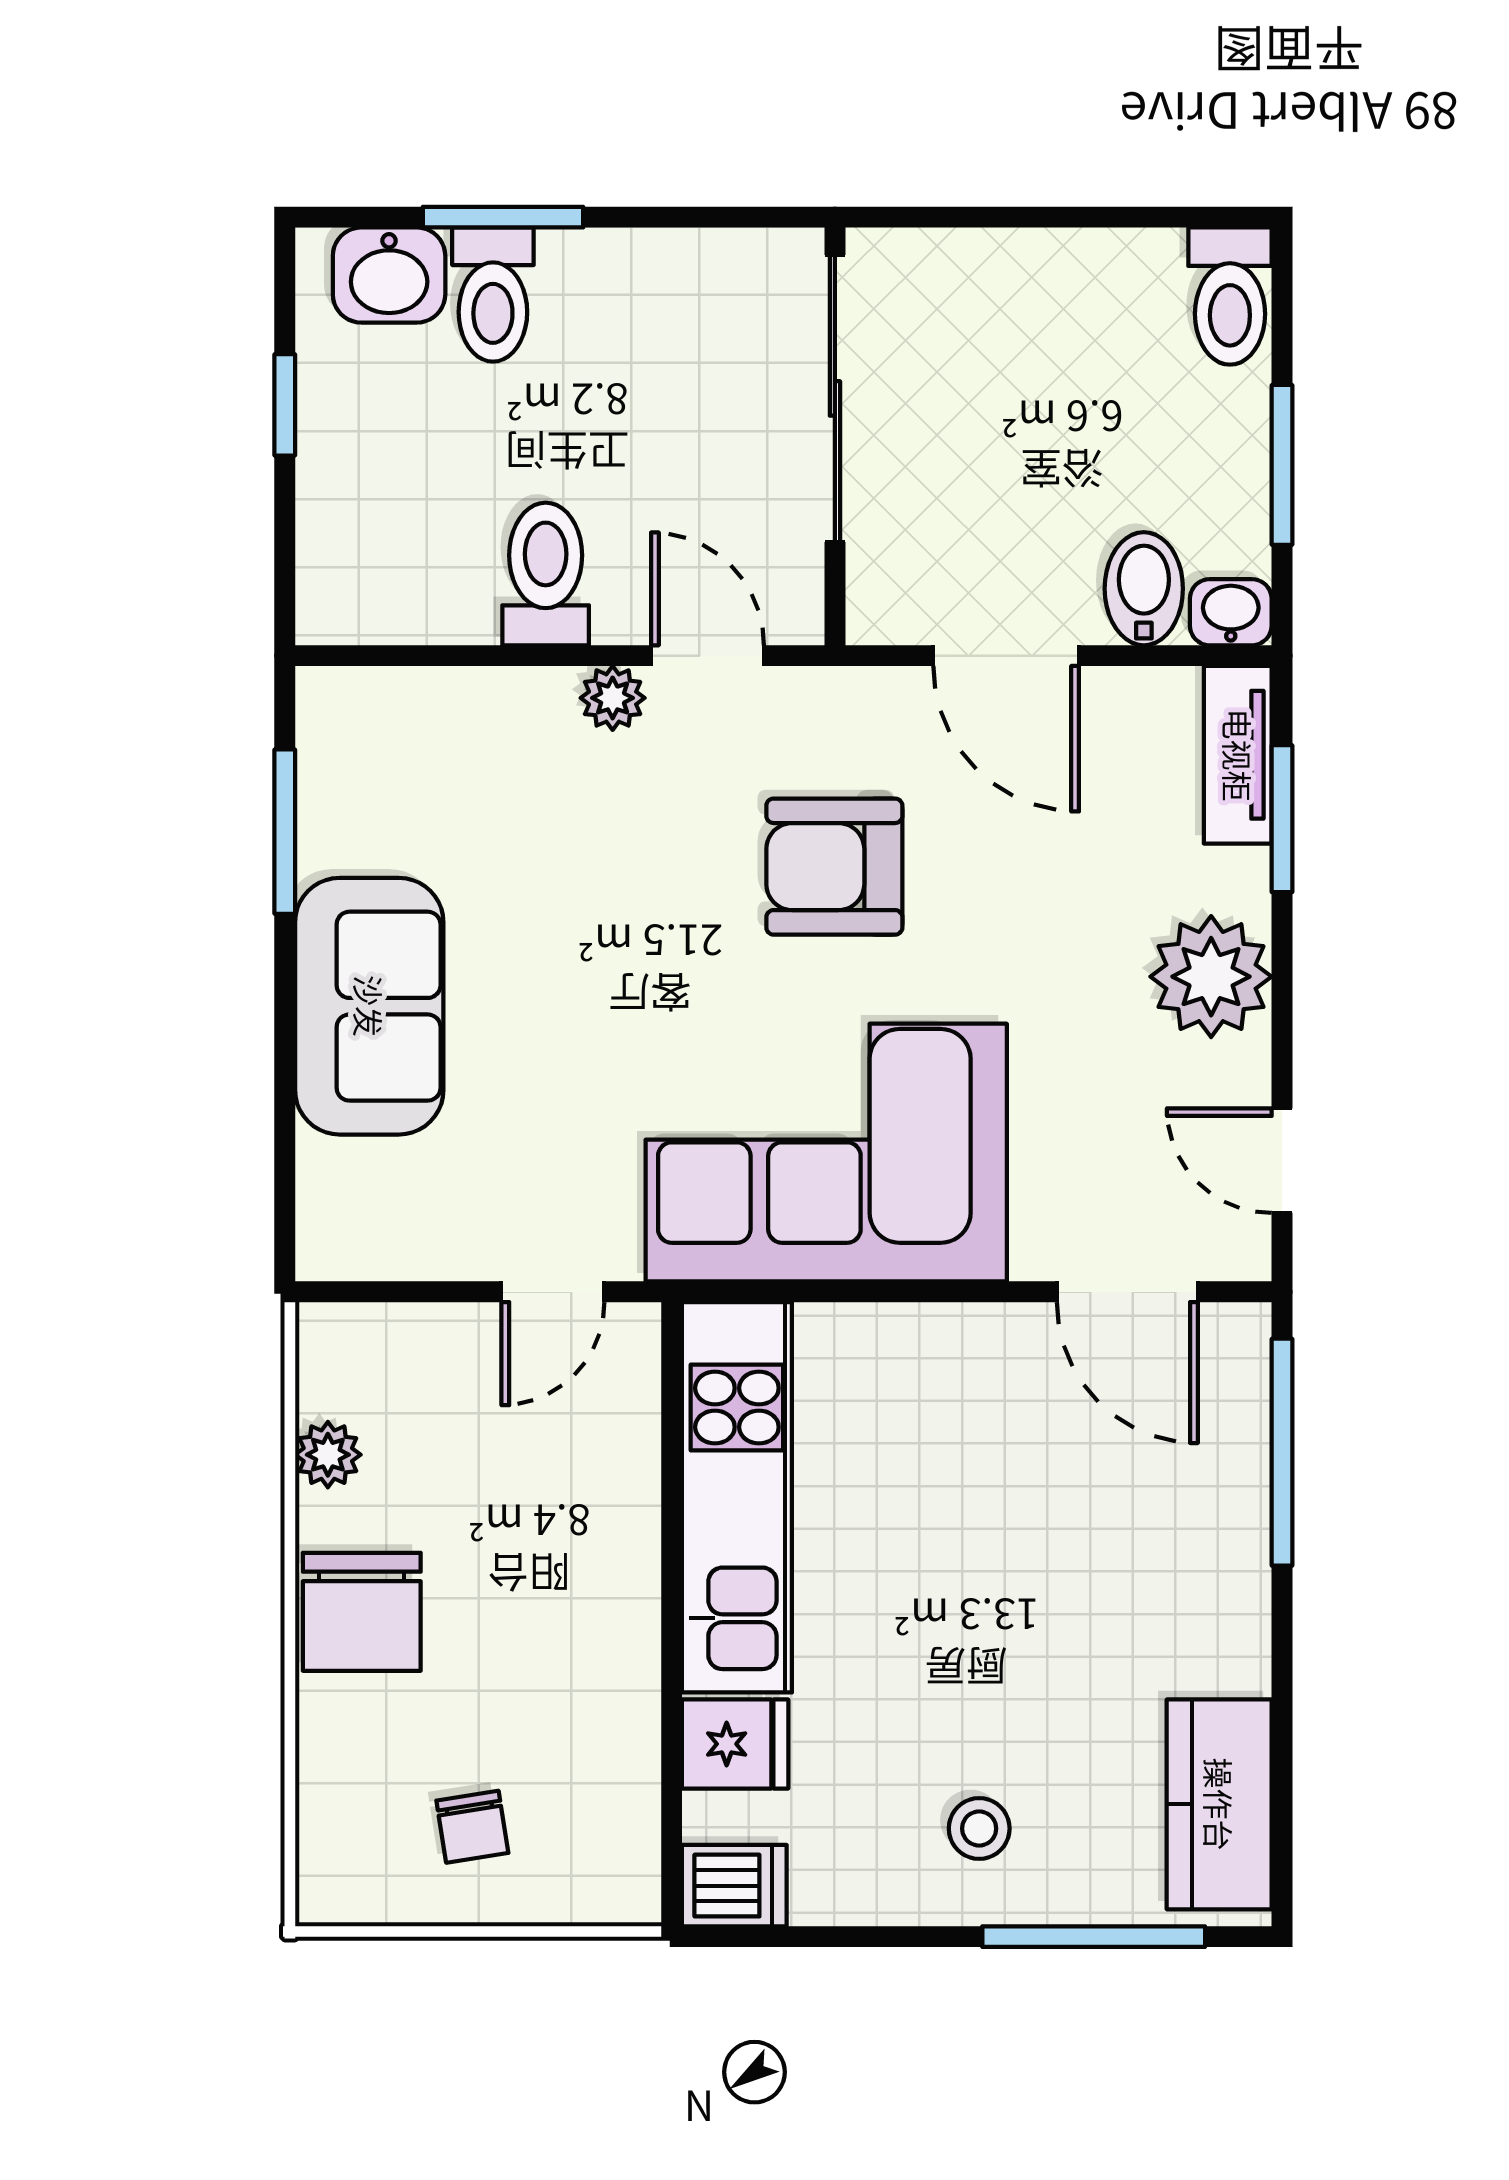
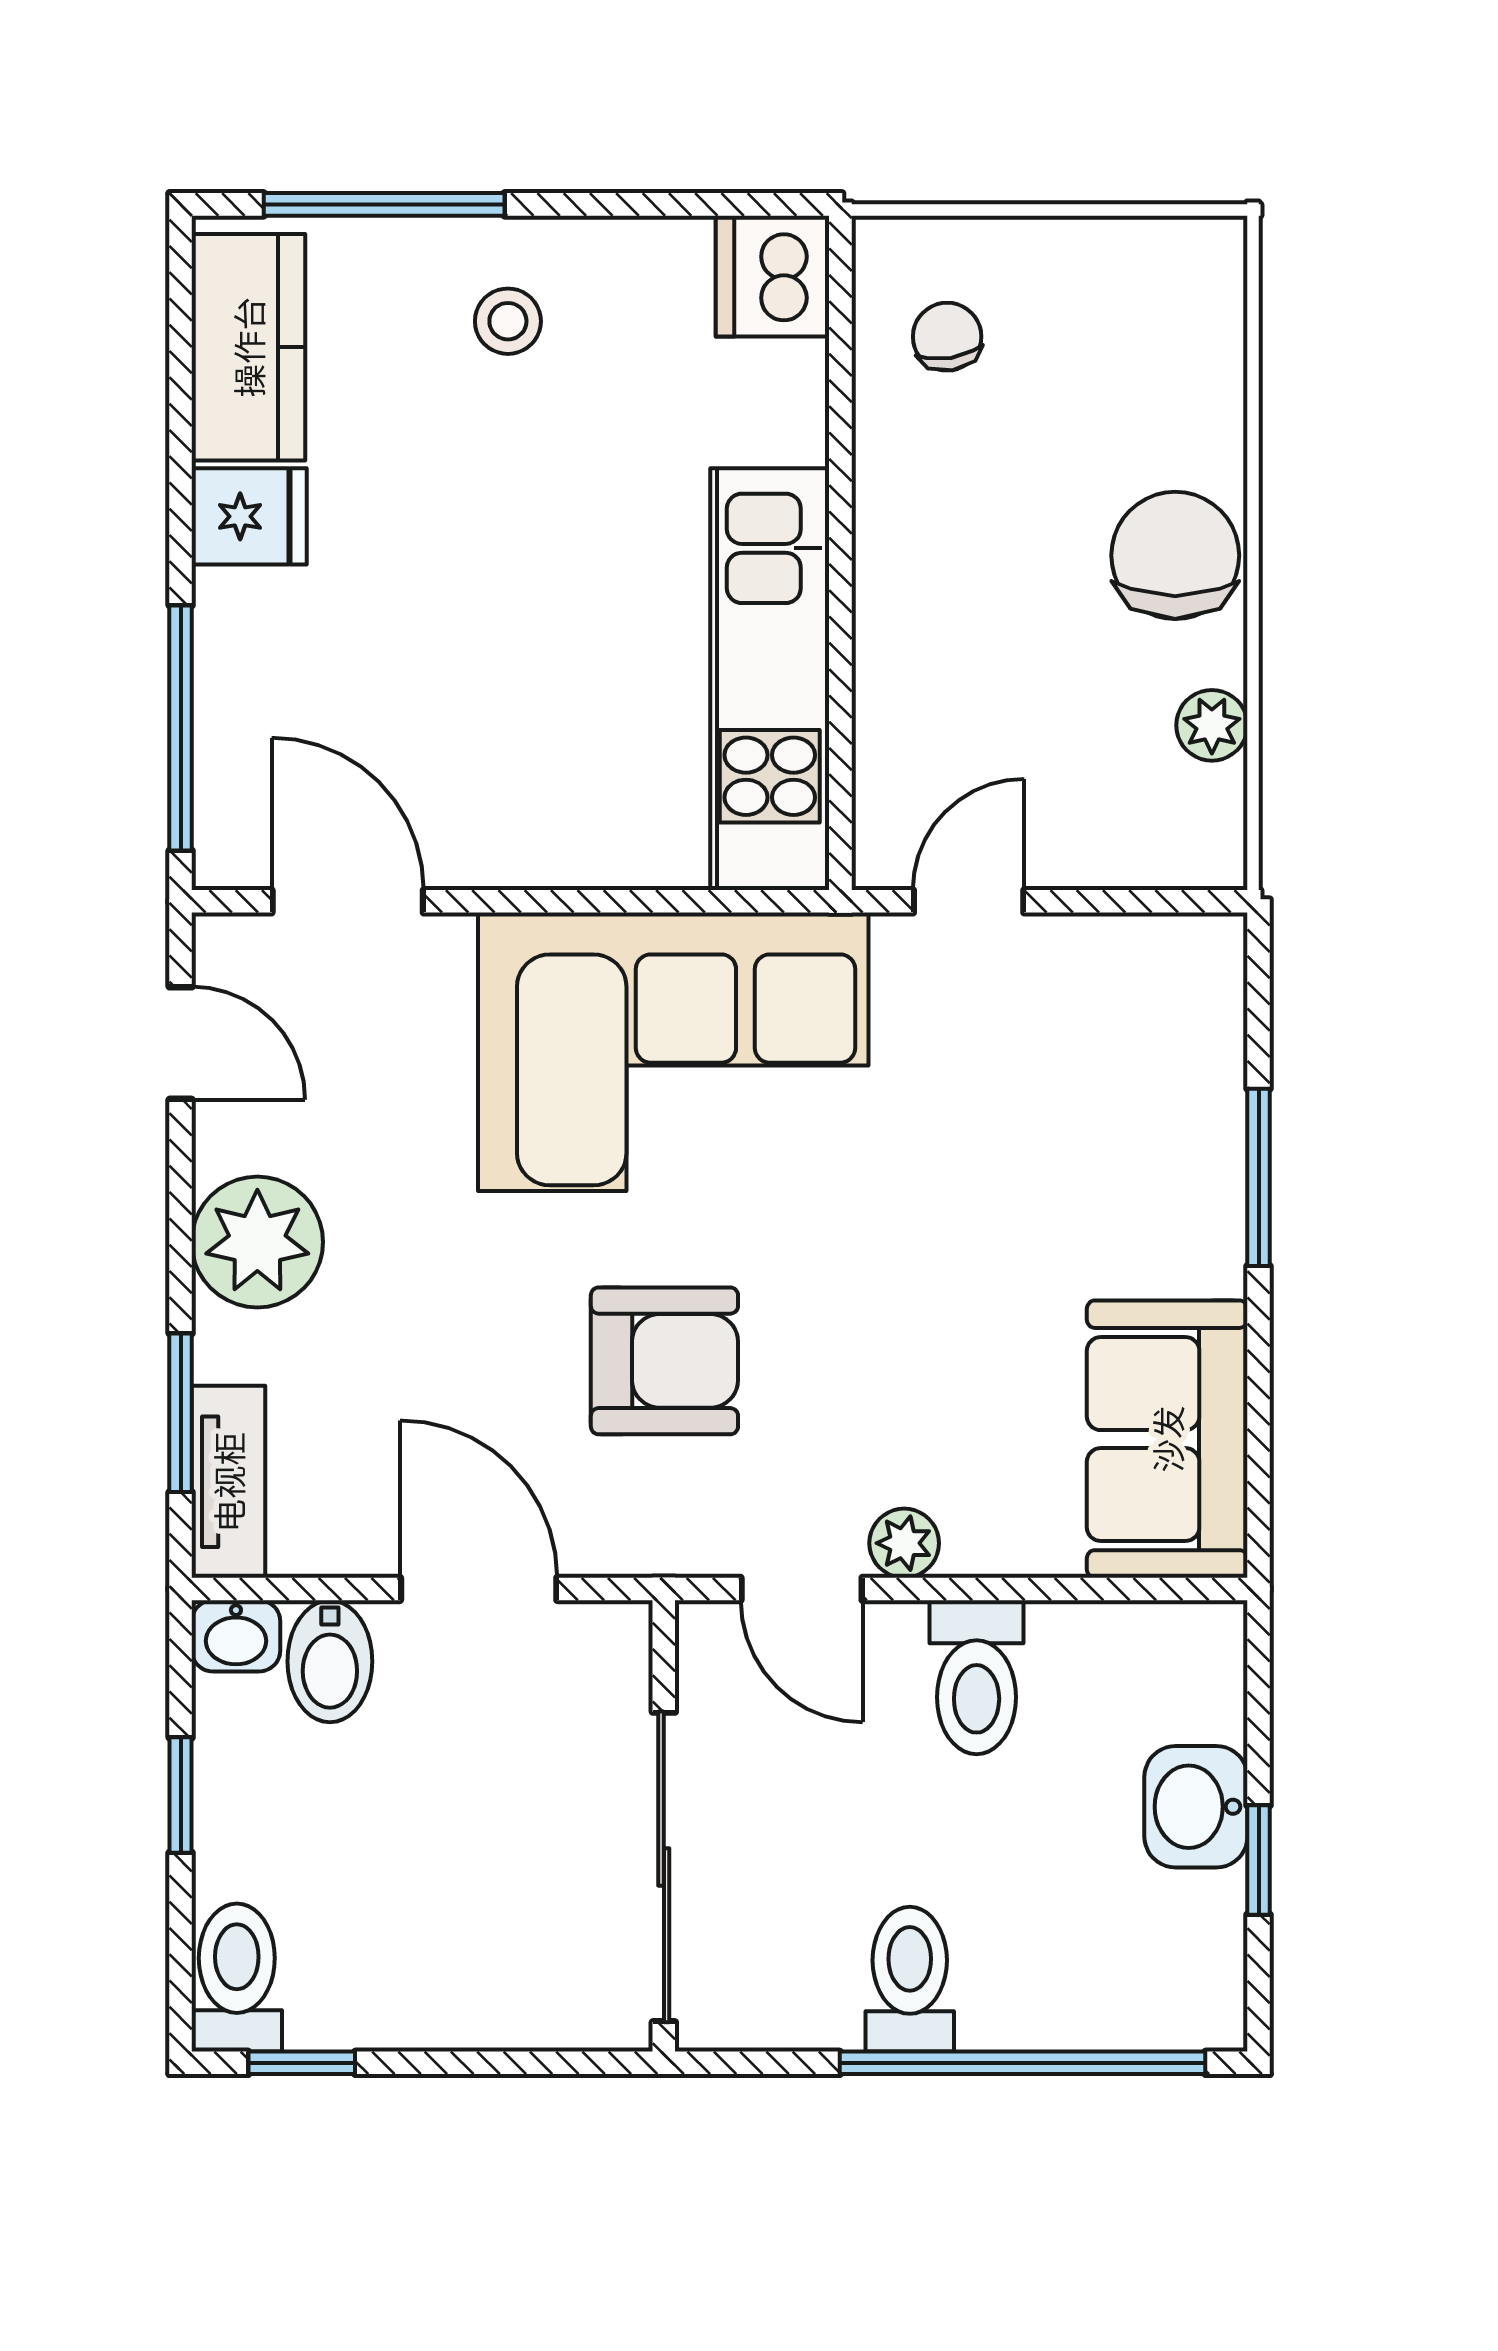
window: (503, 217) -> (1023, 2063), width x2.11
window: (1170, 217) -> (302, 2063), added
washbasin: (389, 275) -> (1196, 1807), moved, turned -90
toilet: (493, 295) -> (910, 1979), moved
window: (1282, 465) -> (181, 1795), width x0.67
window: (285, 832) -> (1259, 1177), moved
sofa: (369, 1006) -> (1167, 1439), moved
fridge: (735, 1744) -> (249, 516), moved, turned 180
chair: (472, 1827) -> (947, 337), moved
dishwasher: (734, 1886) -> (773, 276), width x1.38

